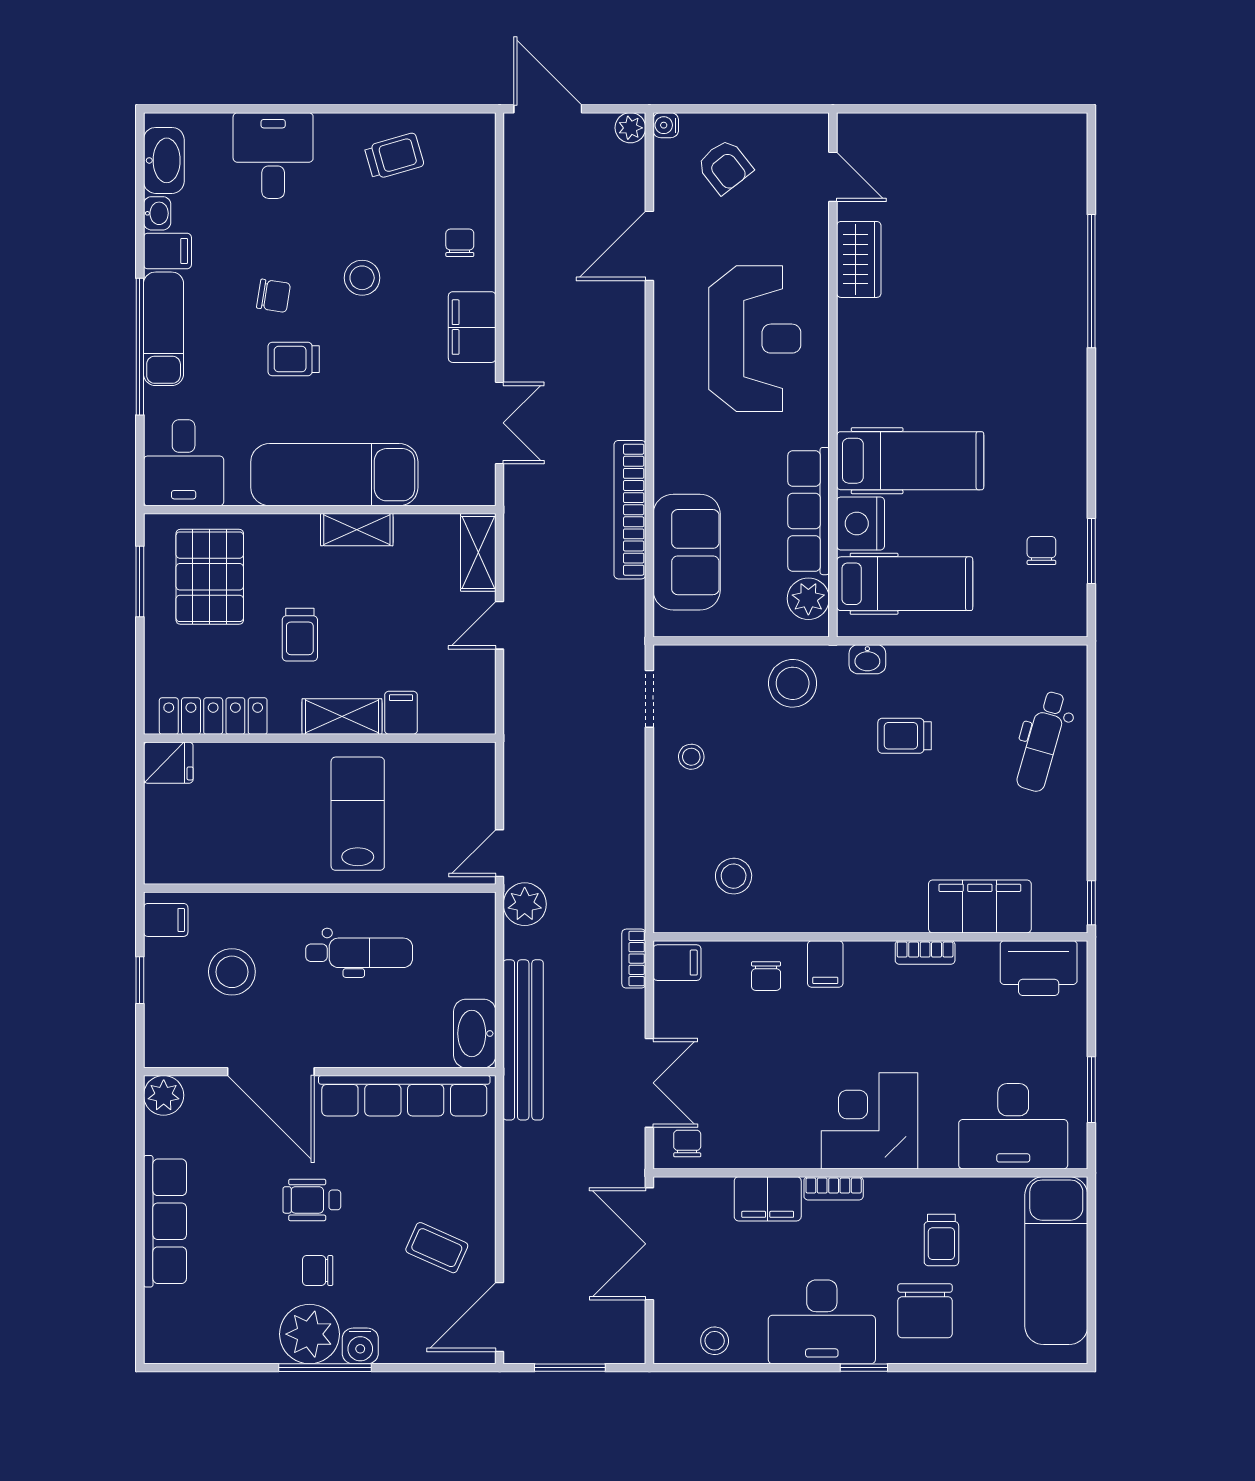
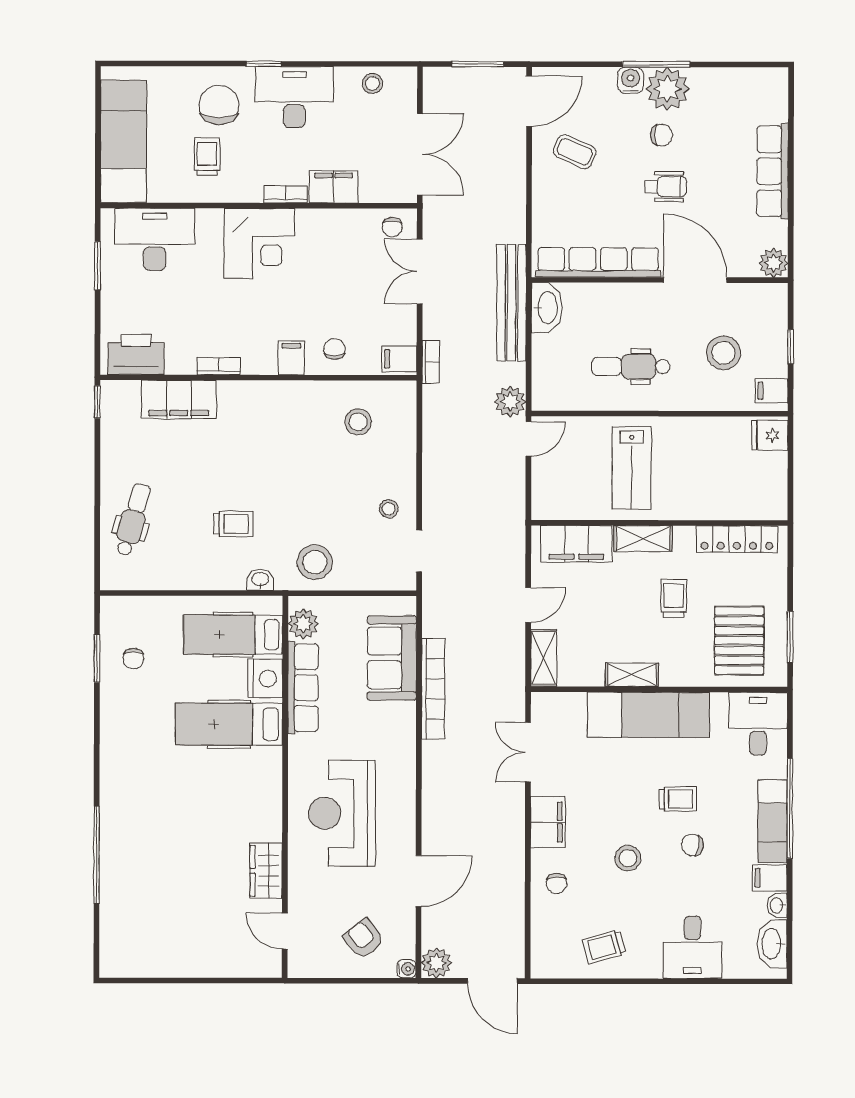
plant: (630, 128) -> (436, 963), width x1.38, depth x1.38
filing cabinet: (401, 713) -> (576, 544), width x3.00, depth x1.17
fridge: (168, 763) -> (770, 435), moved

